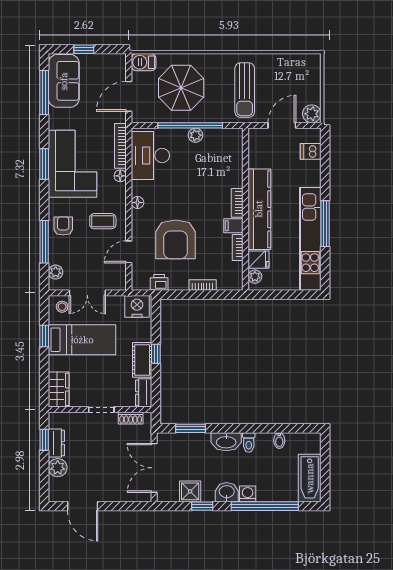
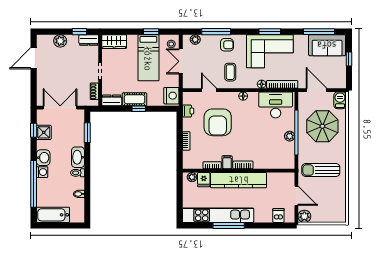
armchair: (176, 239) -> (218, 122), turned -90
dresser: (56, 443) -> (89, 40), moved
window: (202, 506) -> (34, 130), moved

